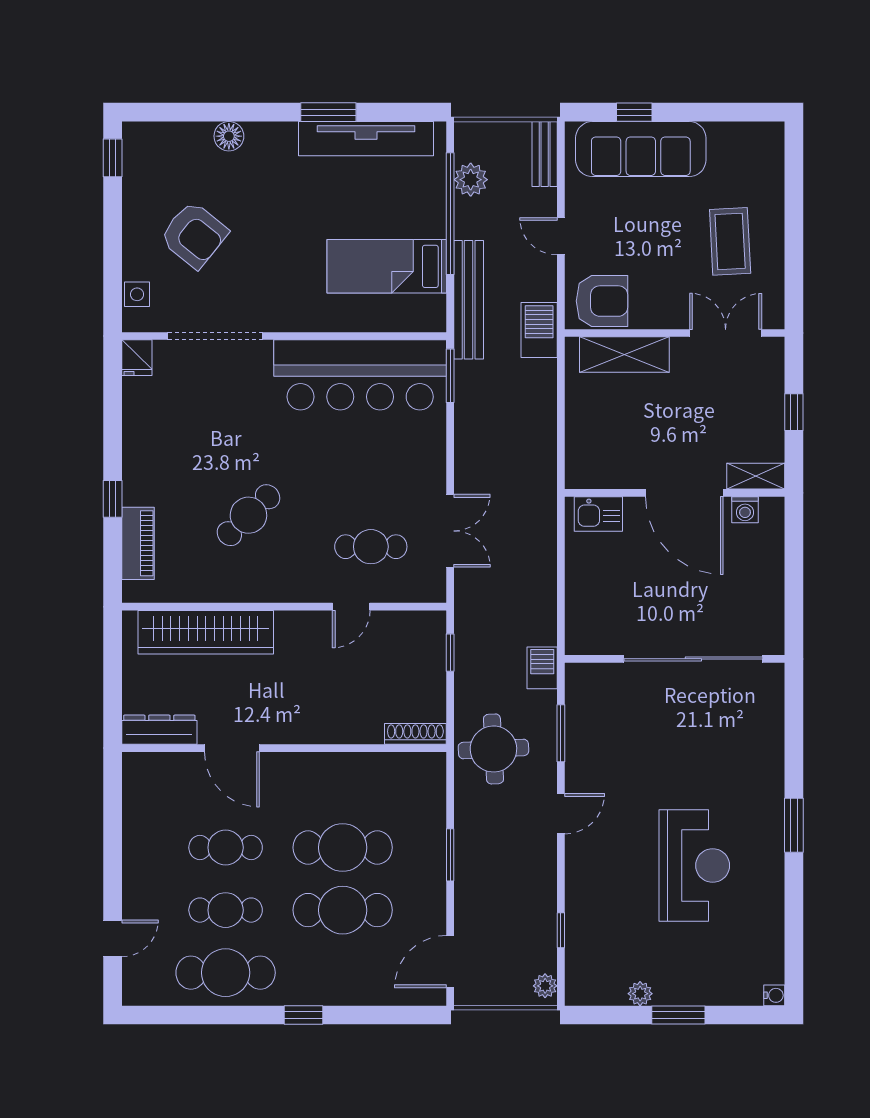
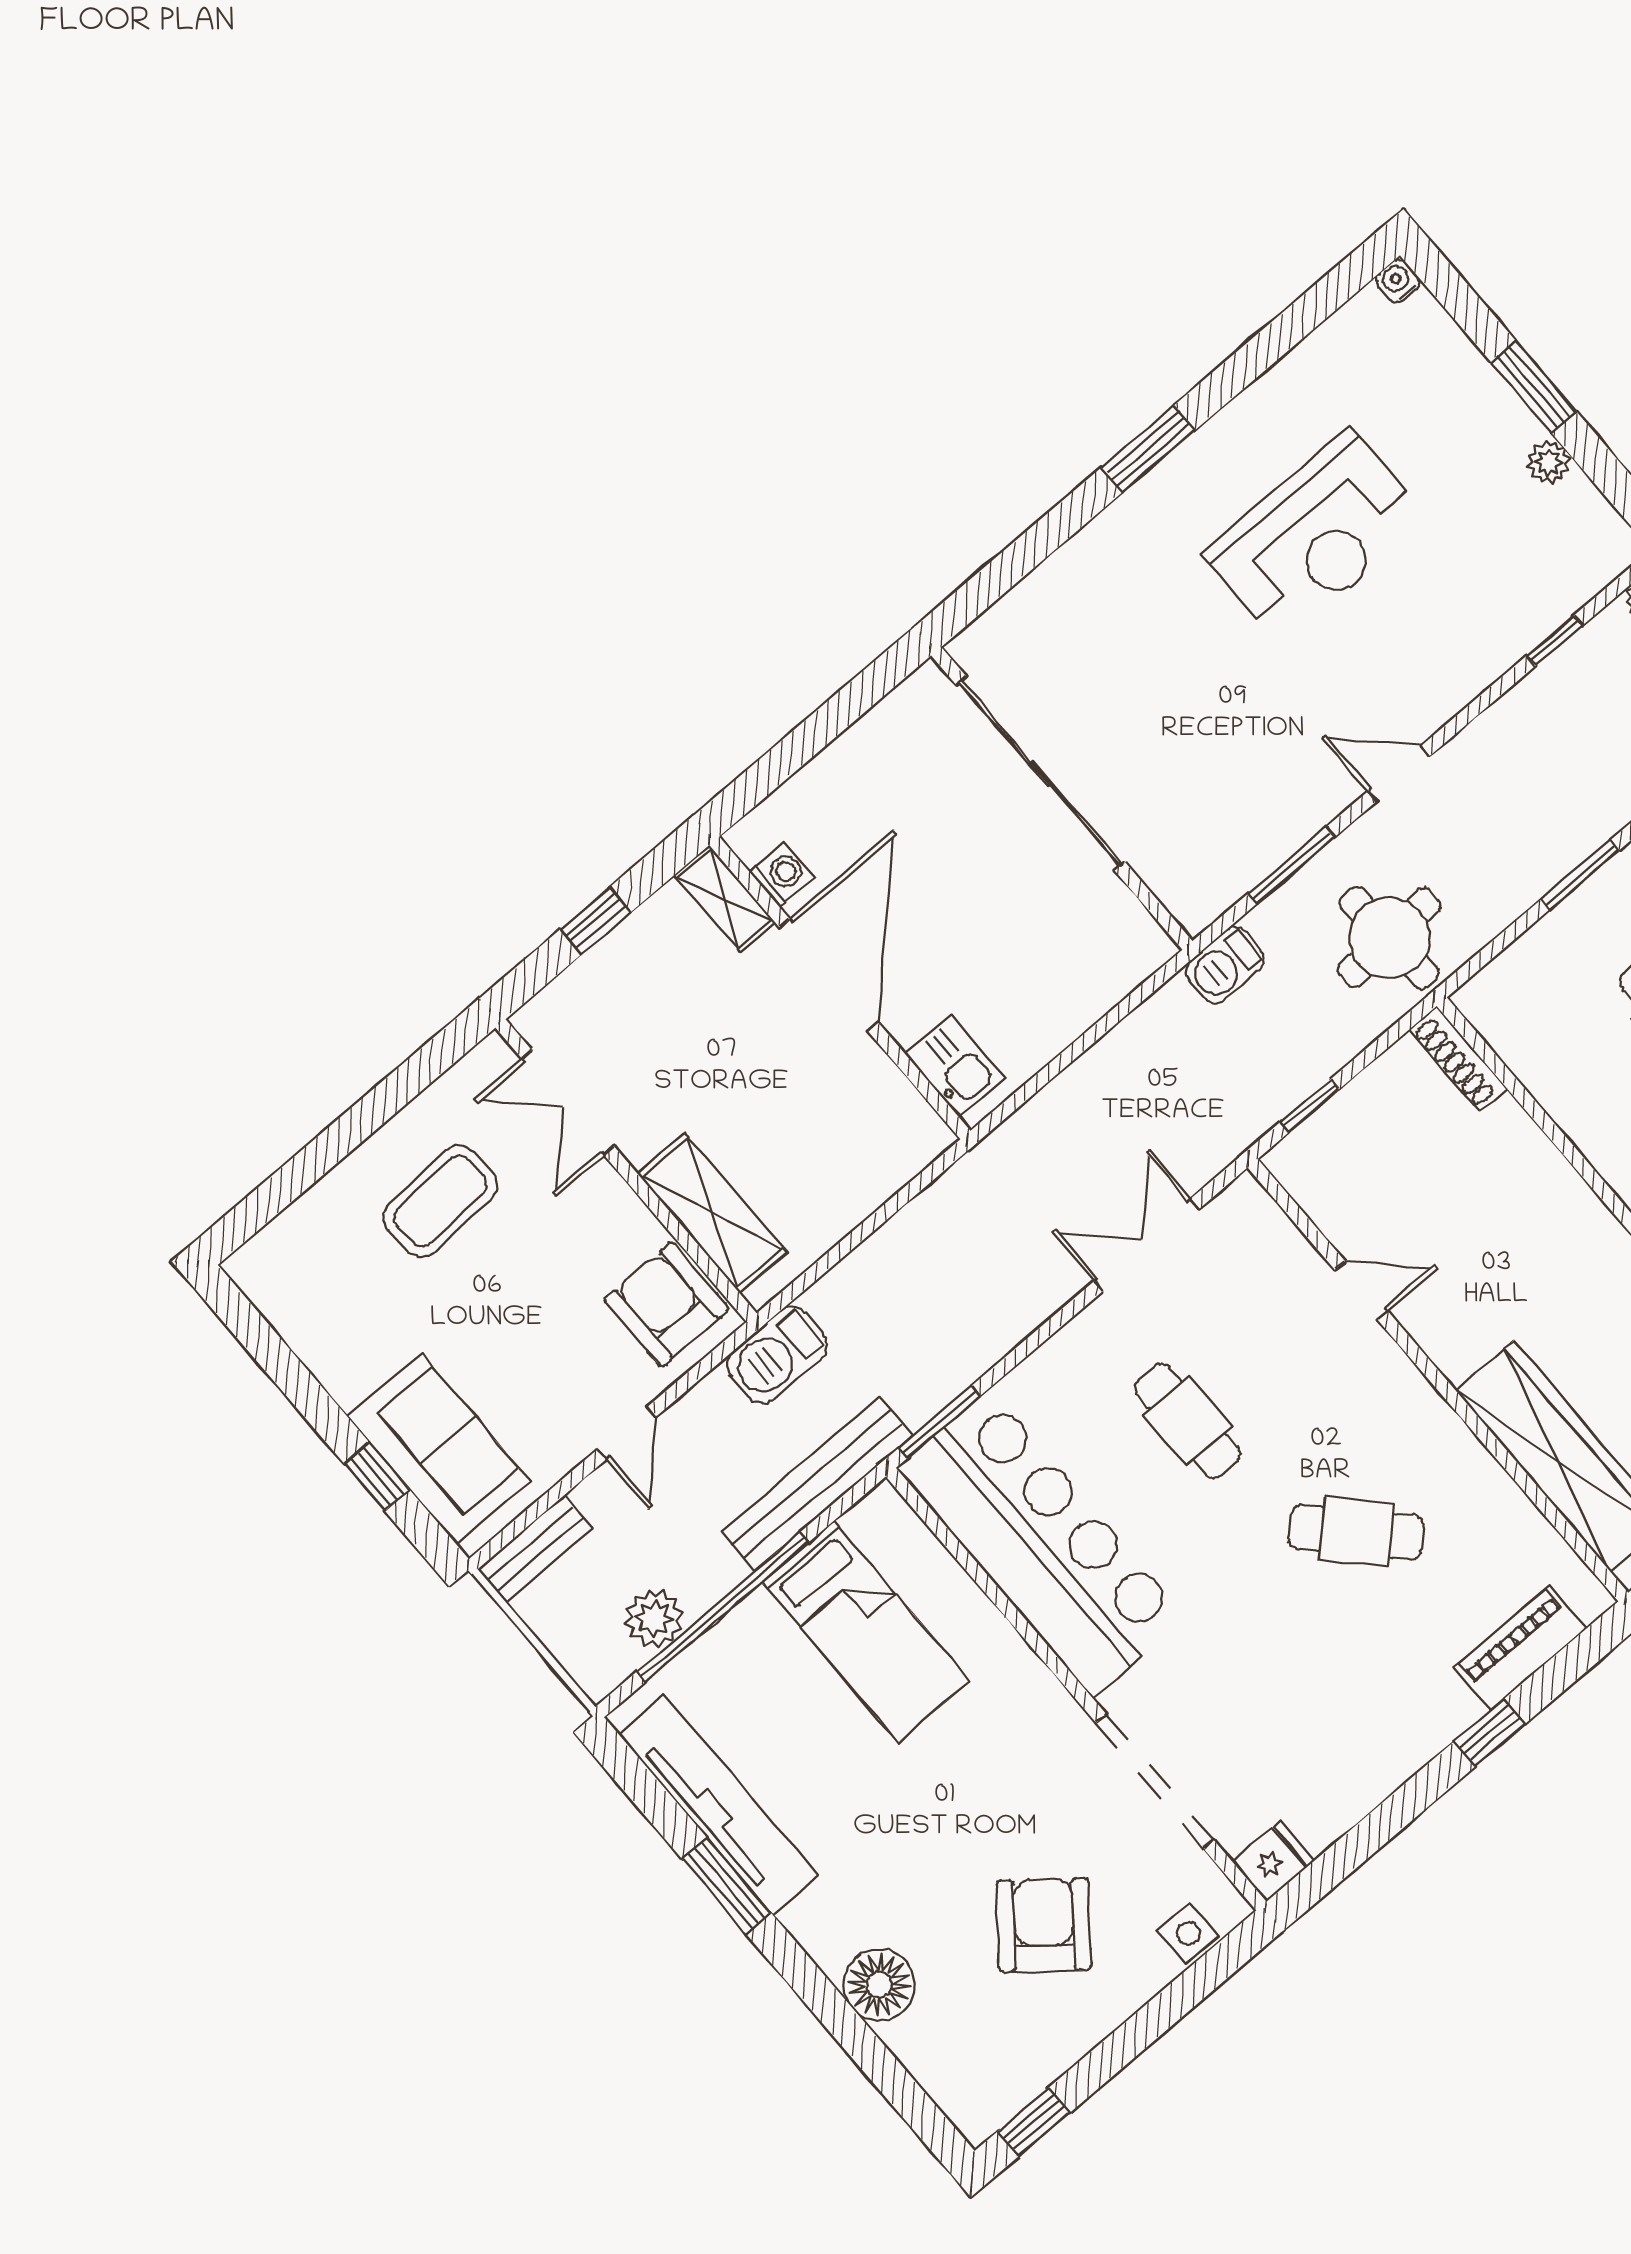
floor lamp: (229, 136) -> (879, 1985), width x1.38, depth x1.38
sofa: (641, 149) -> (439, 1449), width x0.73
cafe table: (371, 547) -> (1188, 1421), moved
reception desk: (694, 865) -> (1316, 536), turned 180

